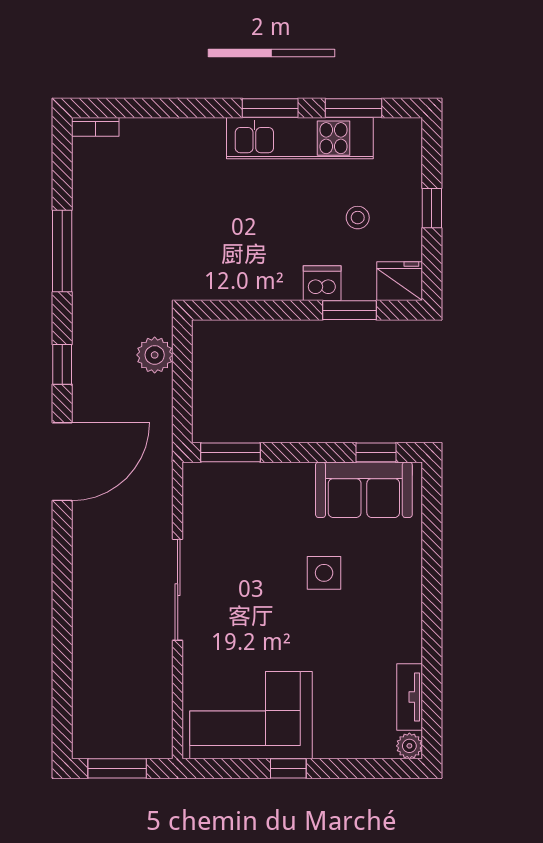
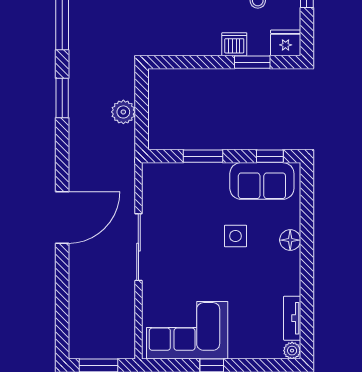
plant: (155, 355) -> (123, 112), moved
window: (62, 364) -> (62, 98), width x1.50
window: (230, 452) -> (203, 156), moved
door: (62, 462) -> (62, 217), moved
floor lamp: (407, 579) -> (290, 240), added

